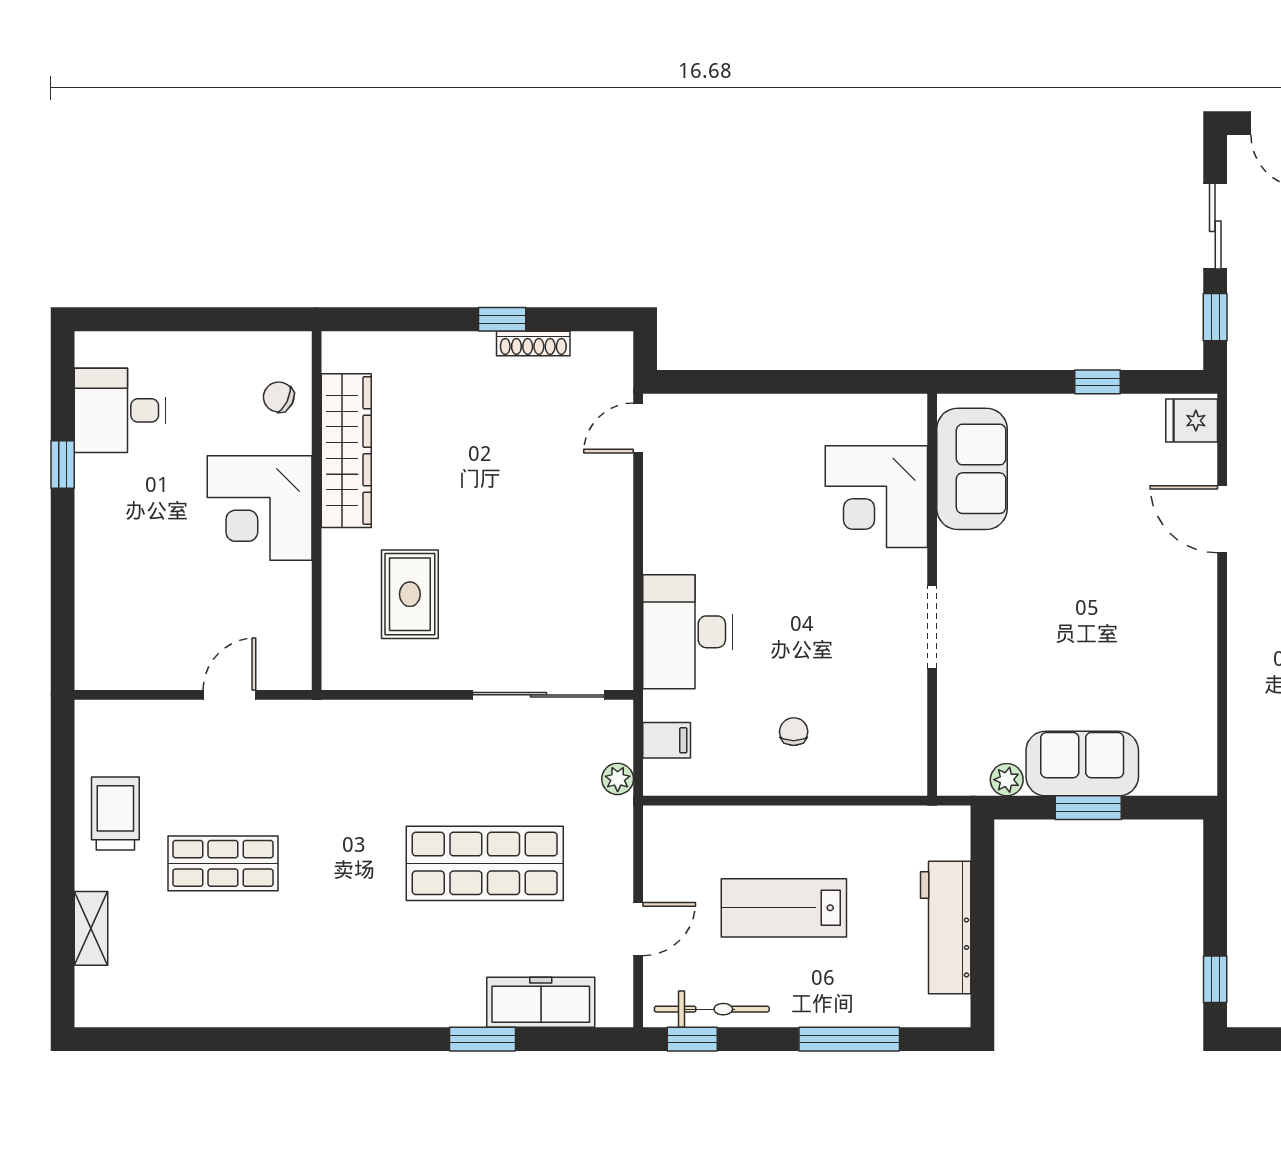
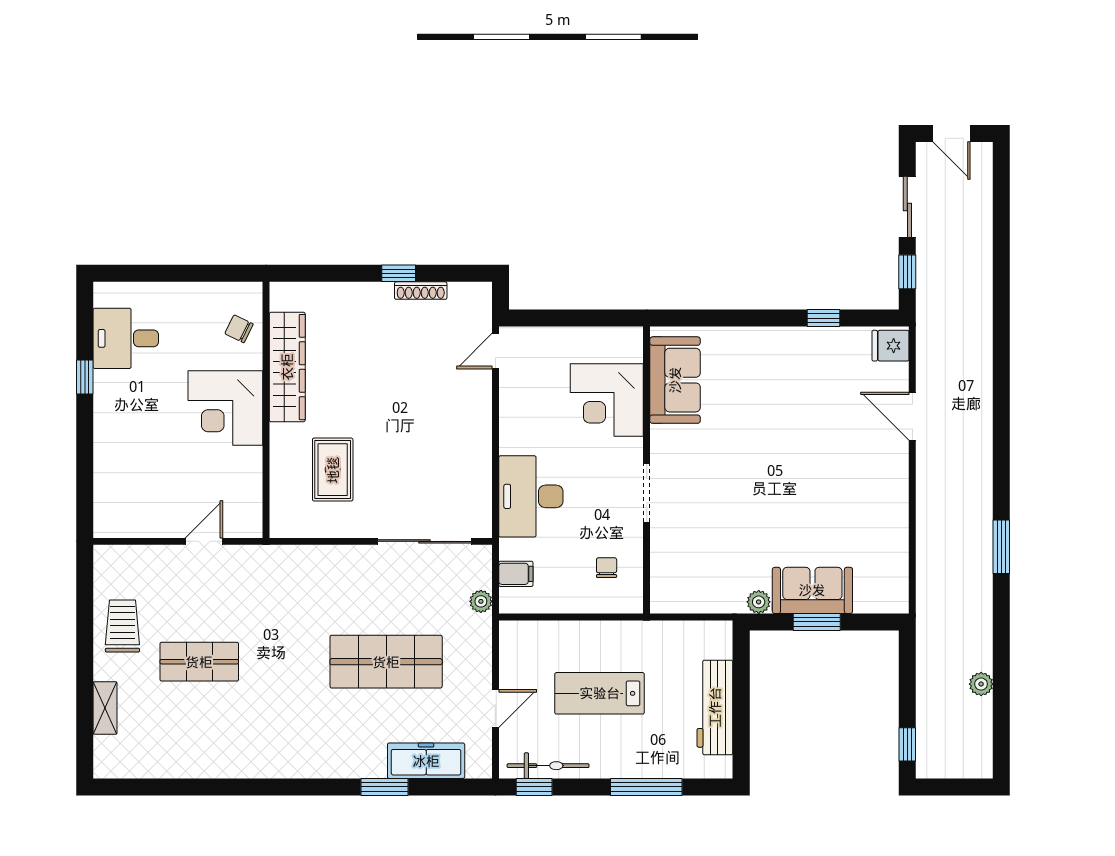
sofa: (972, 469) -> (675, 380), moved
corner desk: (876, 497) -> (607, 400), moved
wall: (932, 595) -> (647, 470), moved
doorway: (932, 627) -> (647, 493), moved

